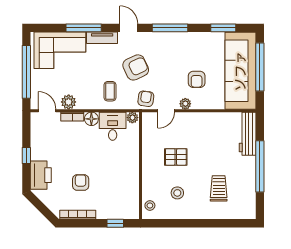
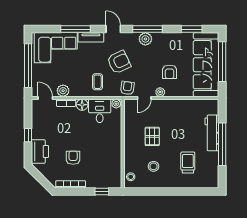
plant: (168, 40) -> (145, 39), added
workbench: (248, 134) -> (212, 133), moved
pallet: (176, 157) -> (152, 136), turned 90

